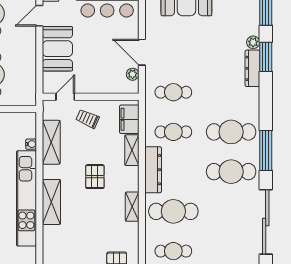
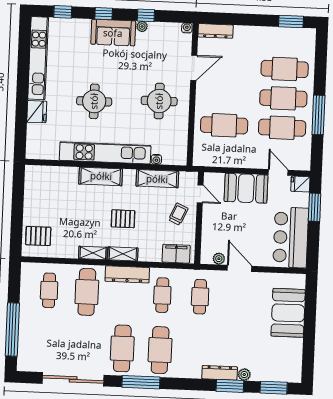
door: (142, 52) -> (239, 268), hinge flipped
shelving: (132, 150) -> (123, 254), moved

